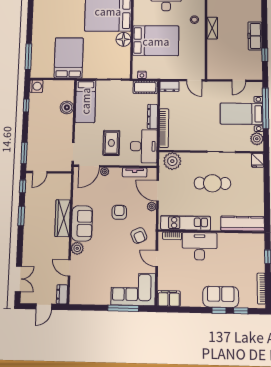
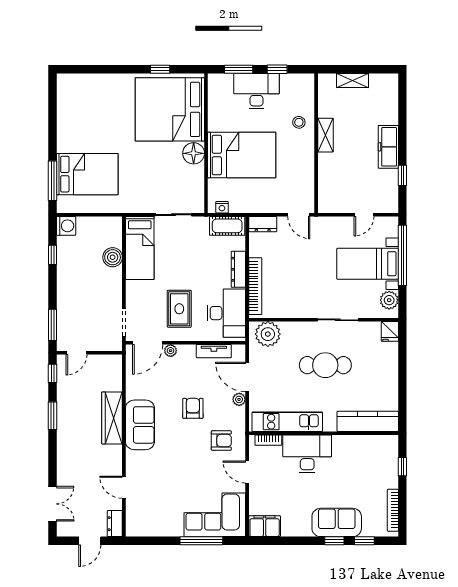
bed: (69, 58) -> (87, 174), moved, turned 90
armchair: (139, 236) -> (221, 441), turned -66
plant: (77, 248) -> (134, 460), removed

